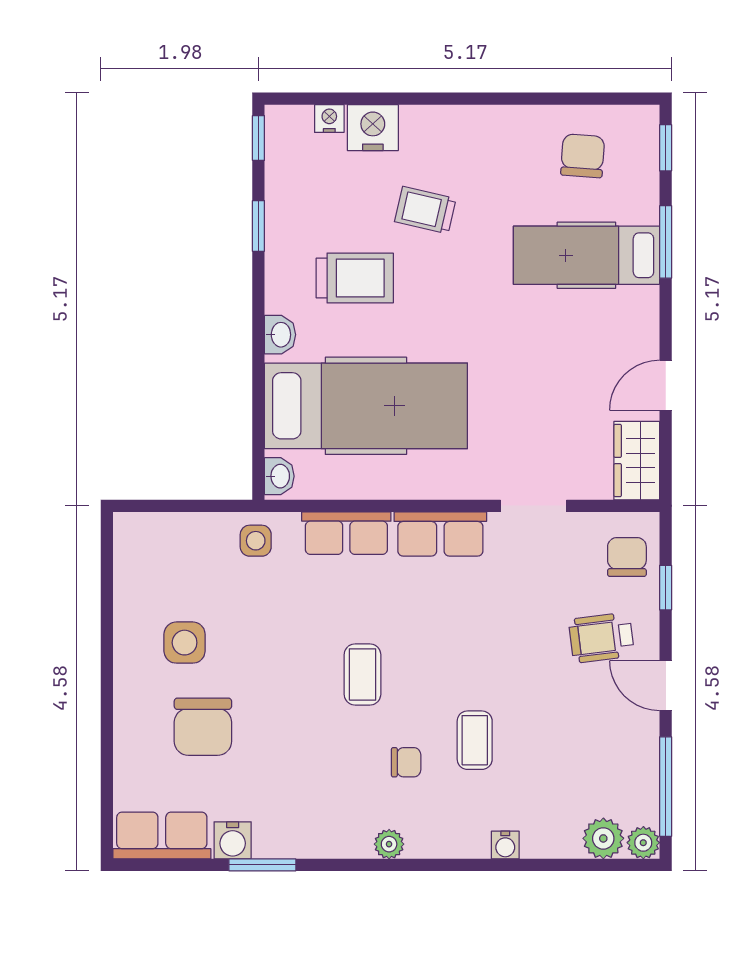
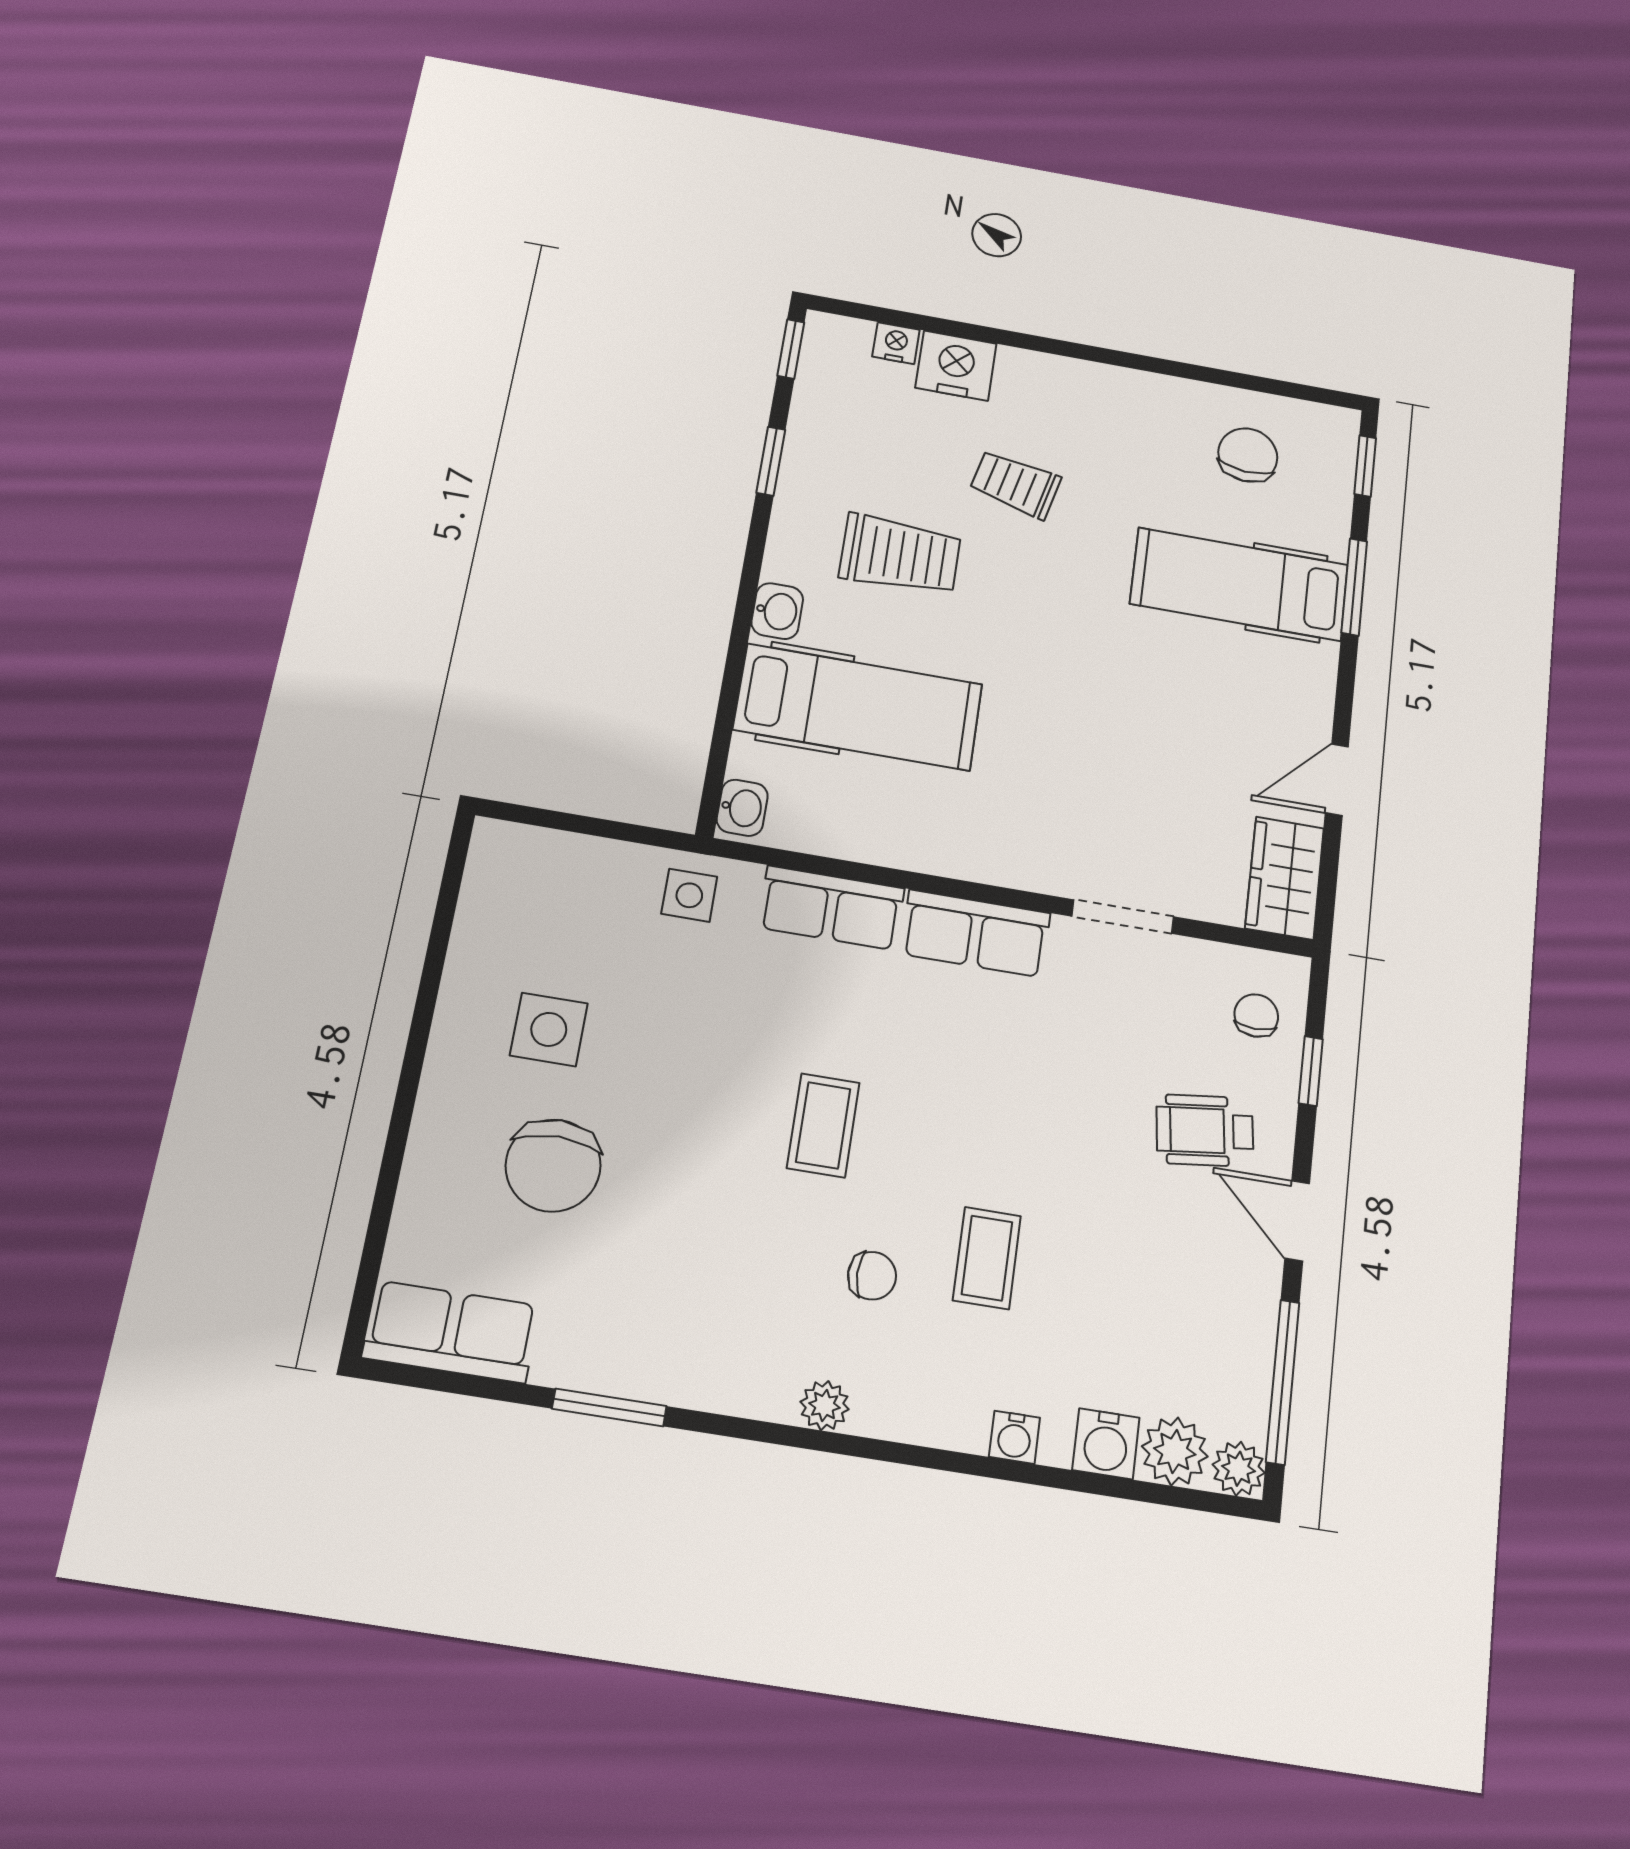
hospital bed: (366, 406) -> (858, 707), width x0.73, depth x0.78
chair: (627, 557) -> (1256, 1016), width x0.73, depth x0.73
water cooler: (233, 840) -> (1106, 1444), moved

